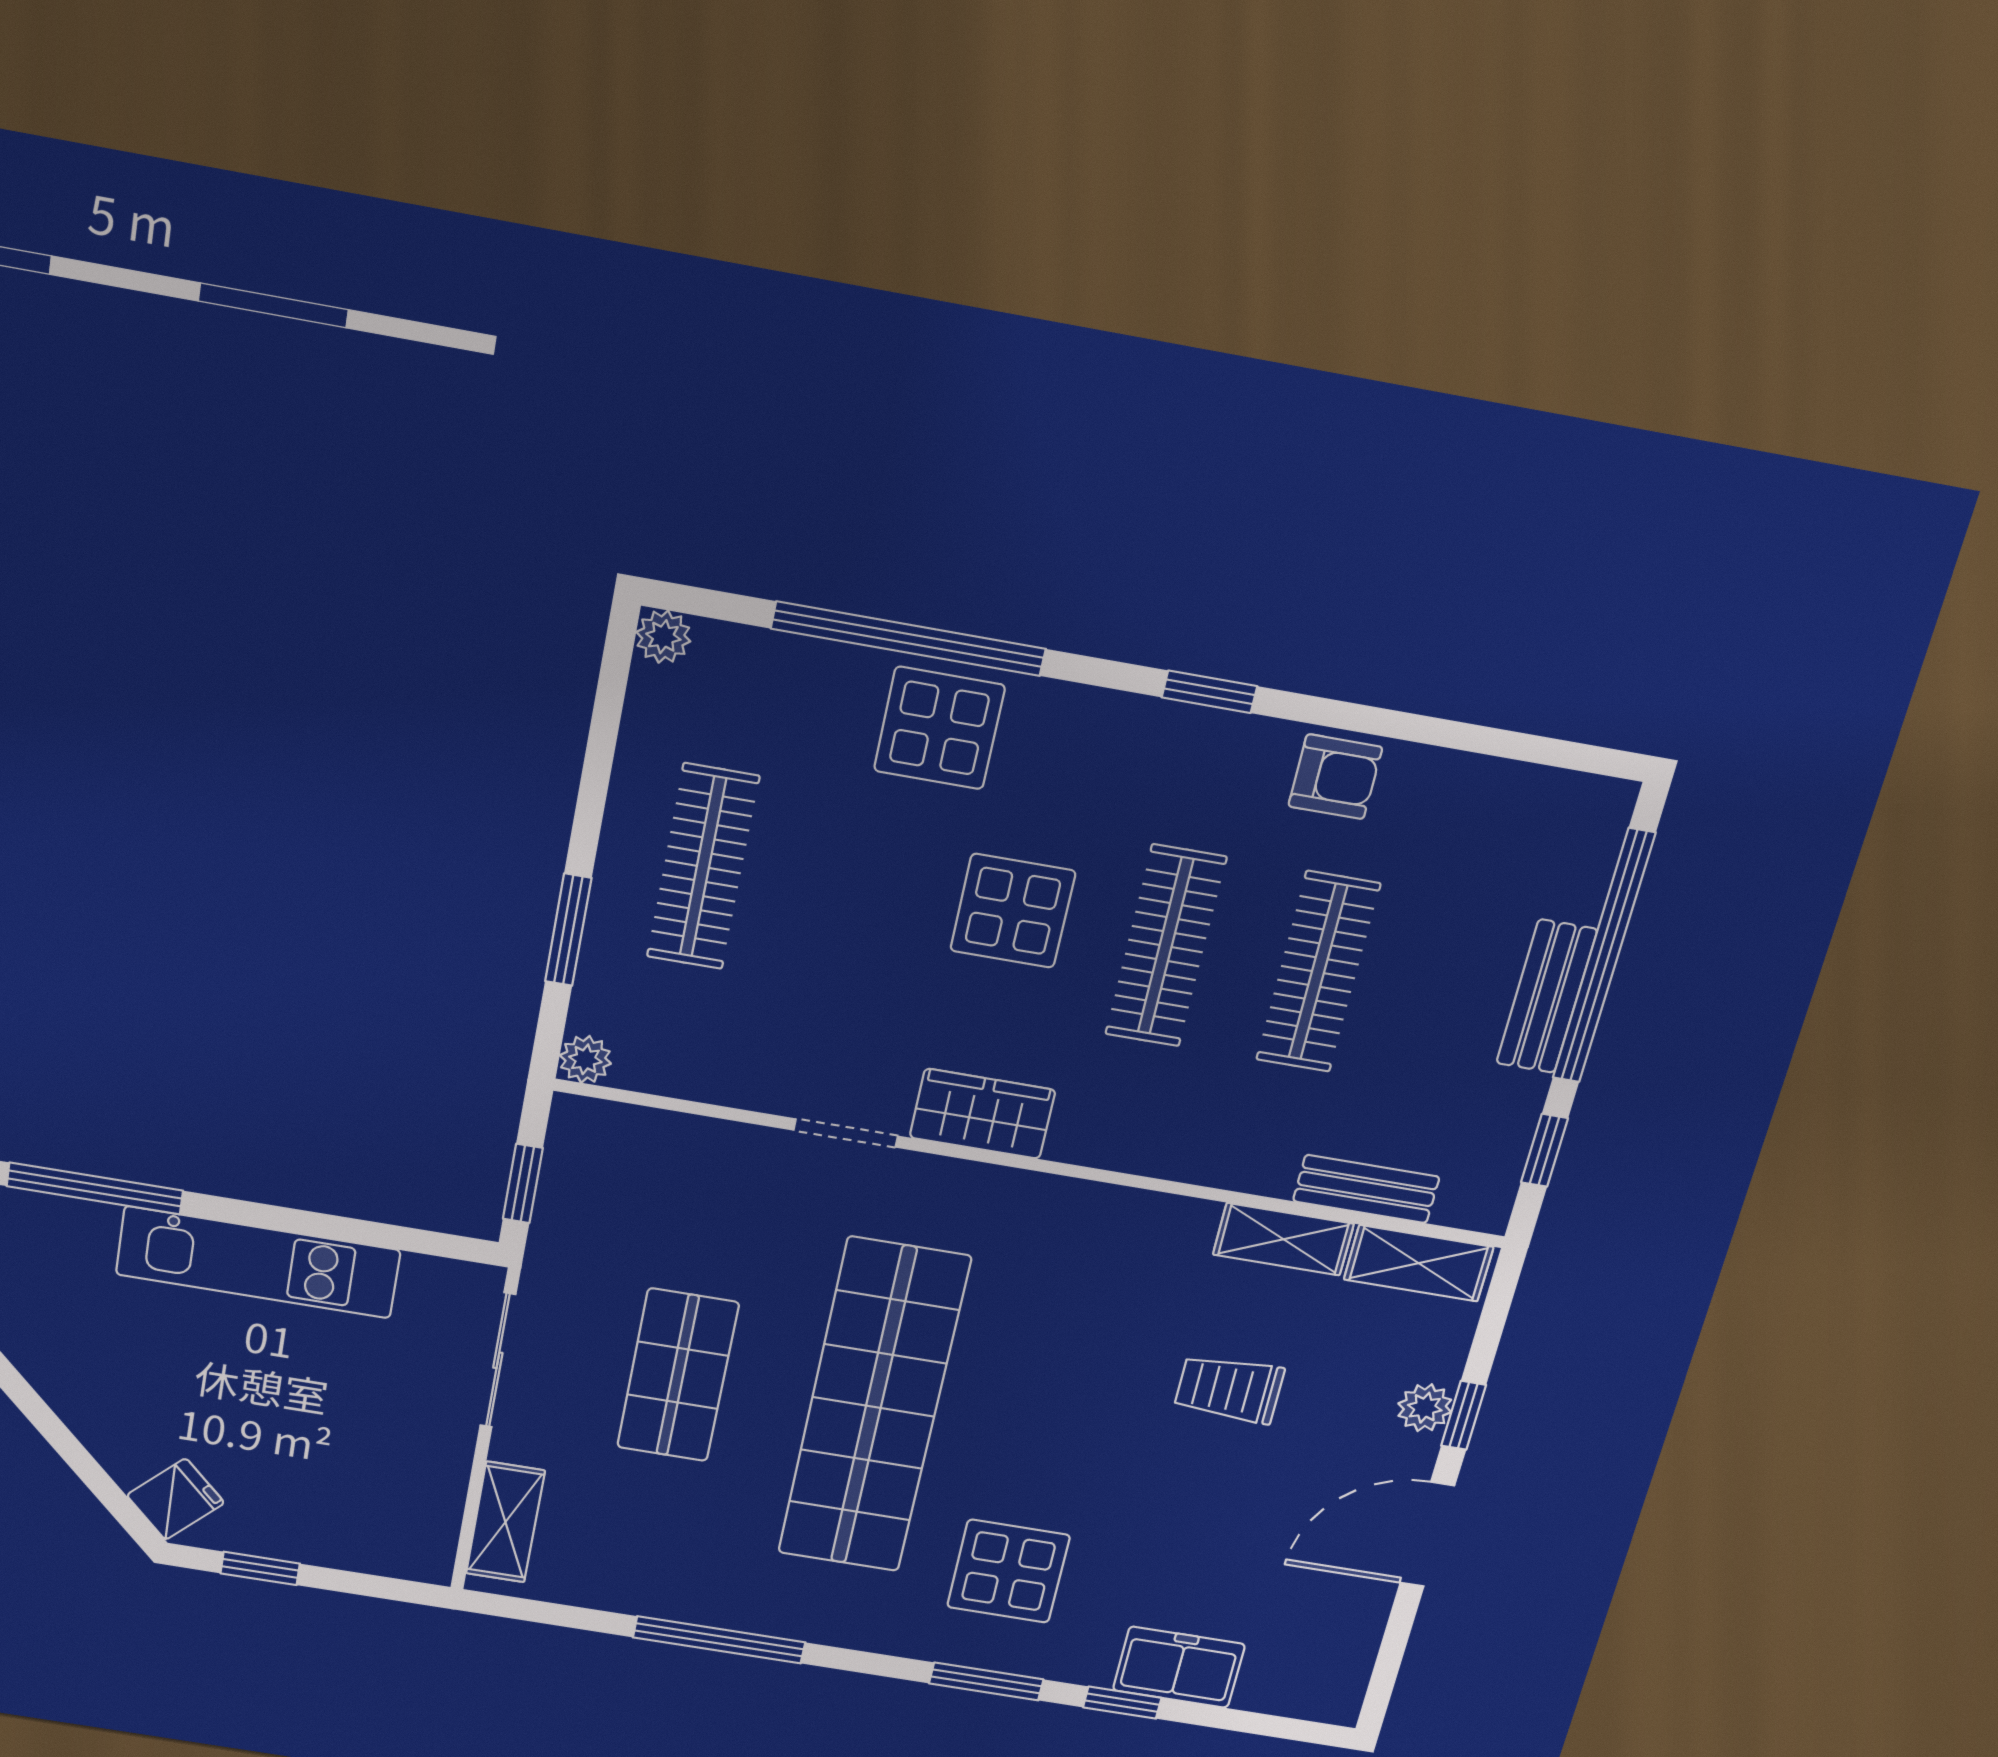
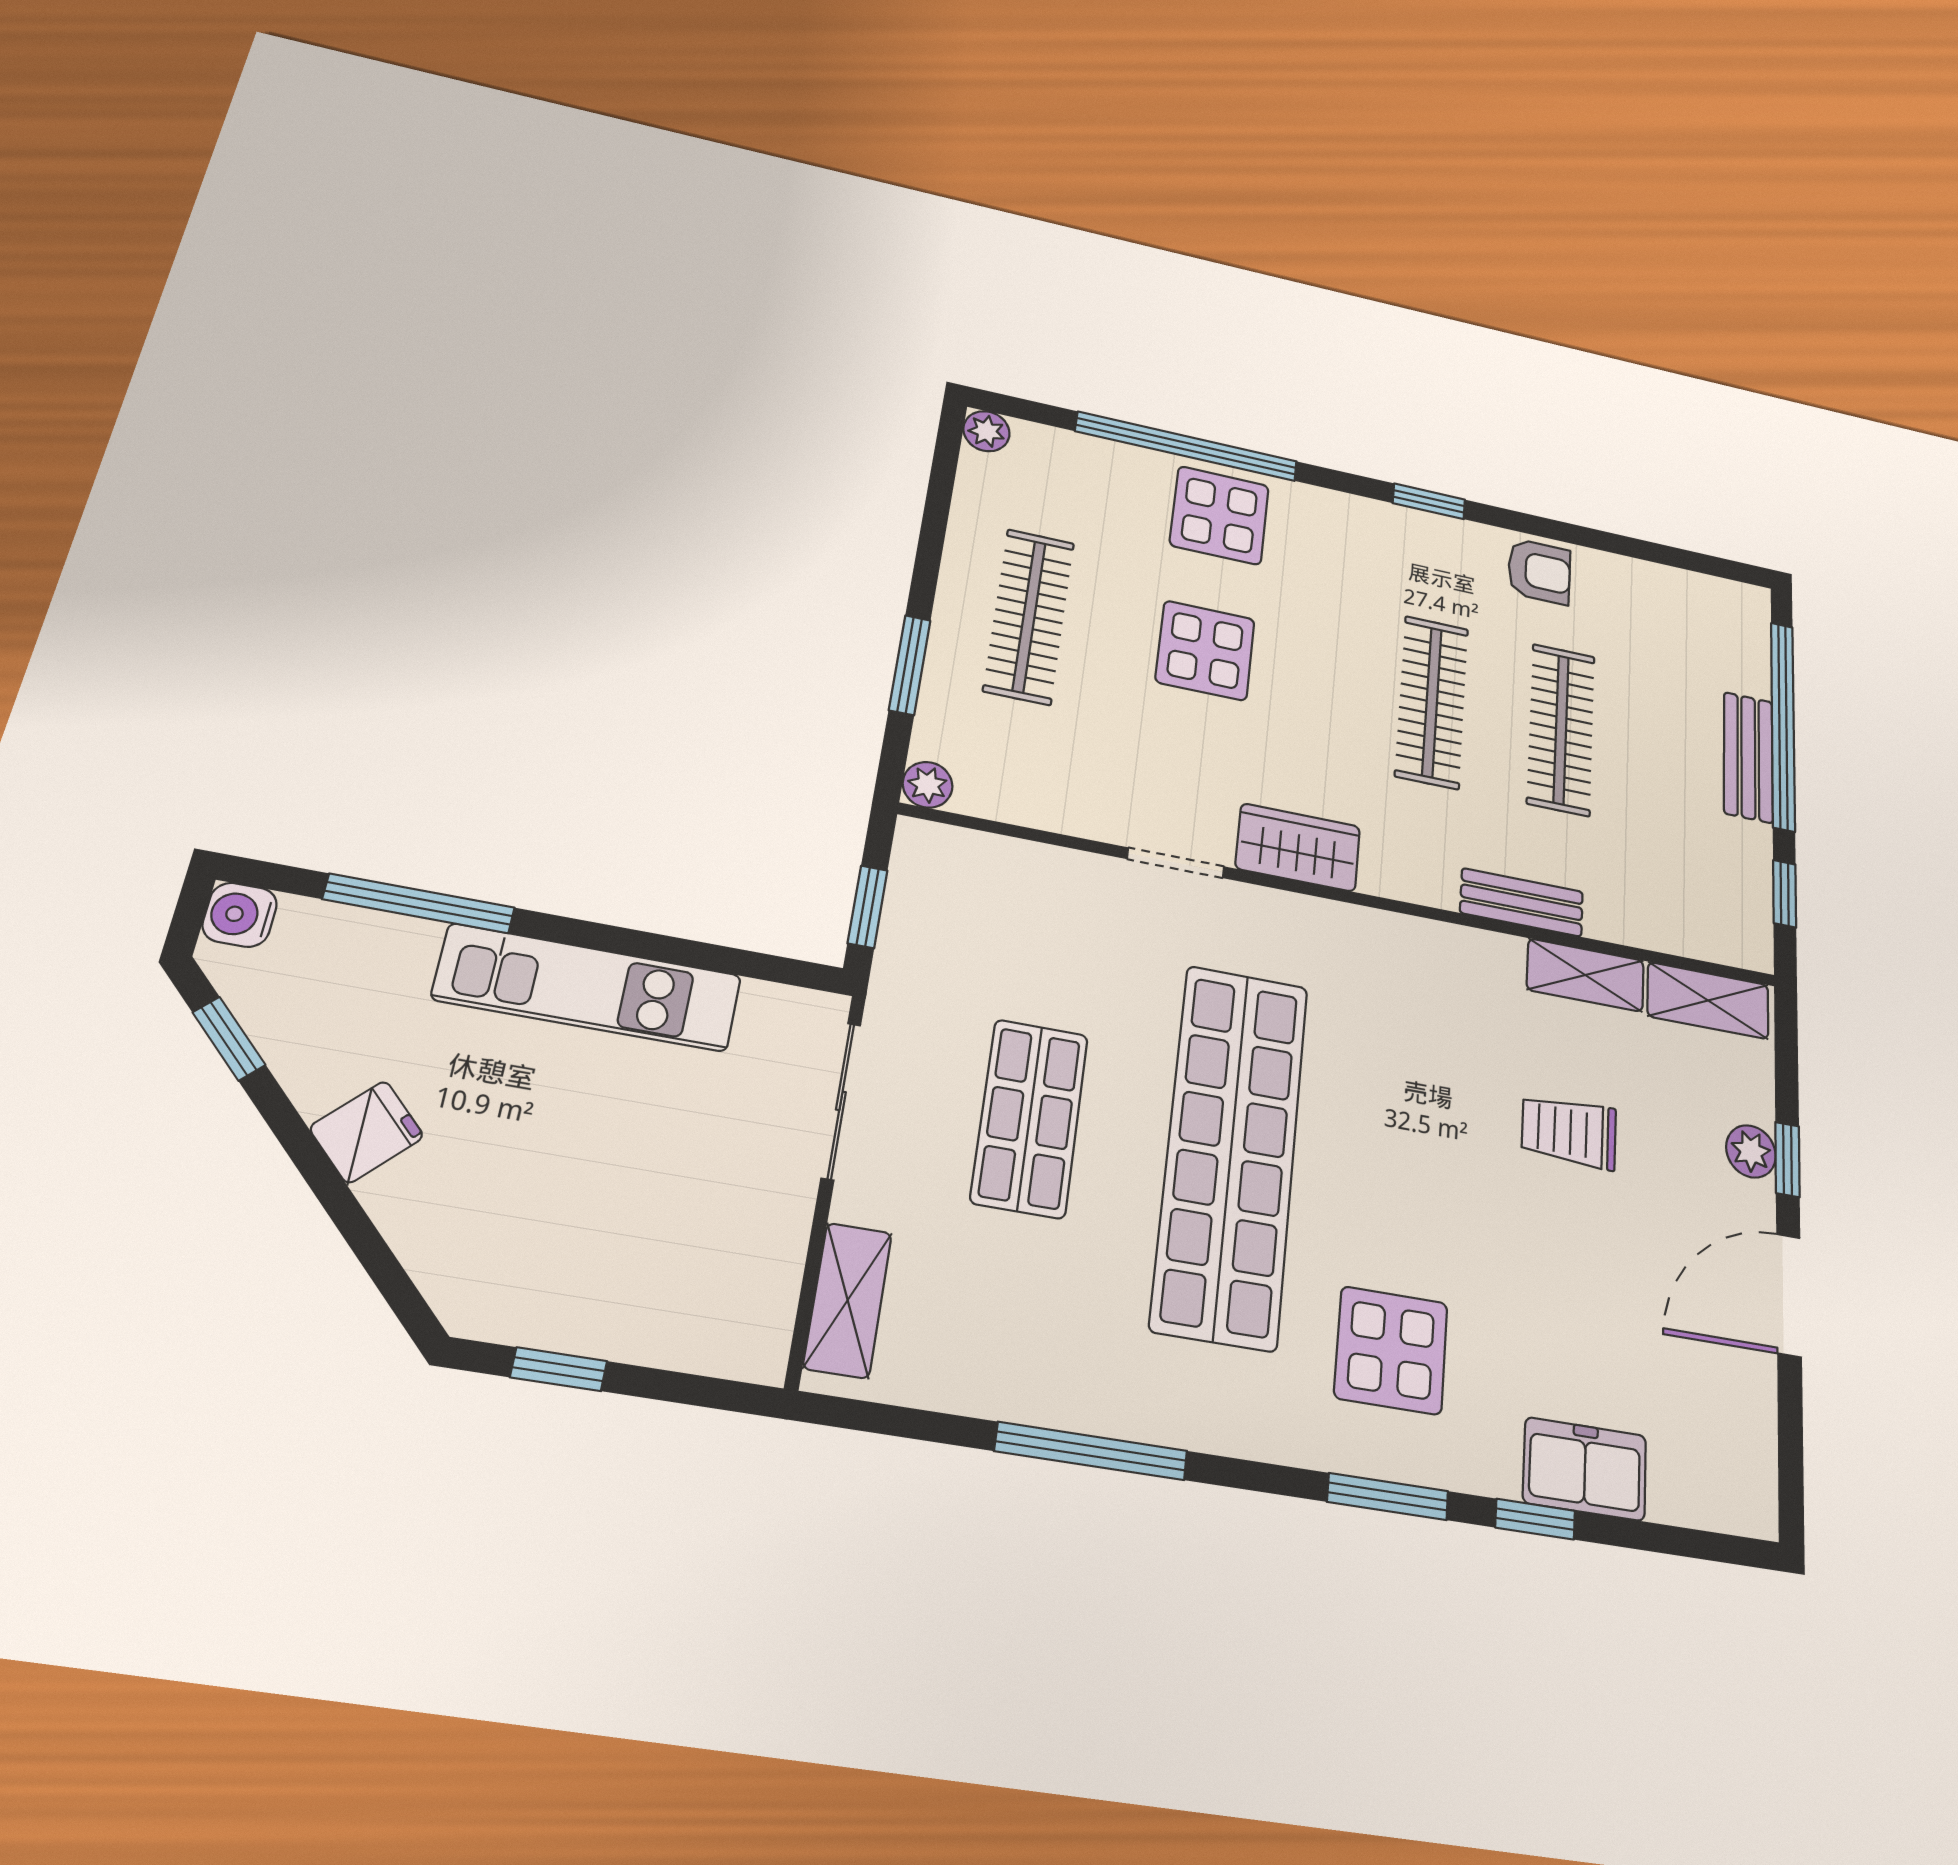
display table: (1013, 911) -> (1205, 650), moved
bench: (1366, 1189) -> (1522, 902), moved
fridge: (176, 1499) -> (367, 1132), moved

